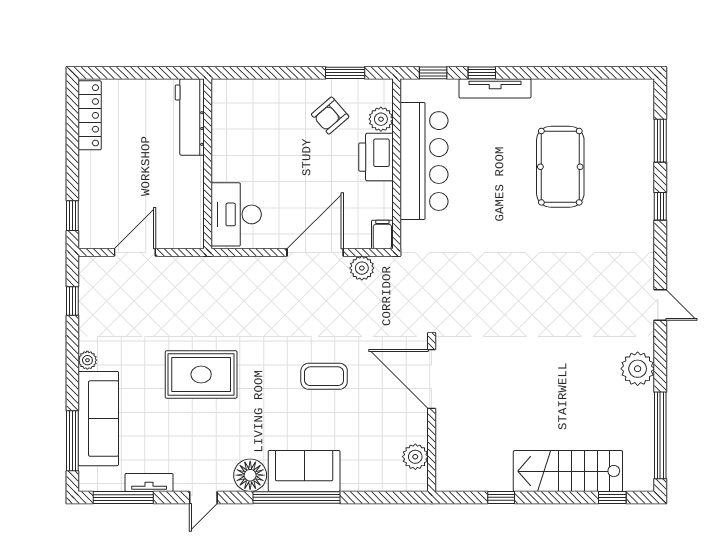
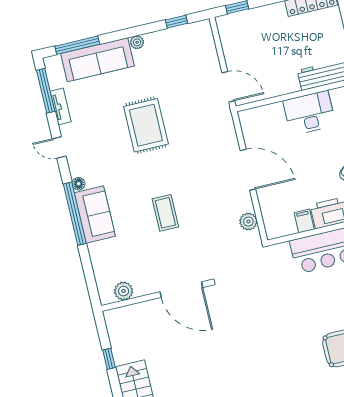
desk: (236, 214) -> (309, 113), moved
filing cabinet: (382, 235) -> (304, 221), moved, turned -90
door: (135, 252) -> (228, 87), moved
door: (315, 252) -> (248, 170), moved
door: (432, 379) -> (181, 290), swing flipped
floor lamp: (250, 475) -> (79, 184), width x0.53, depth x0.53

